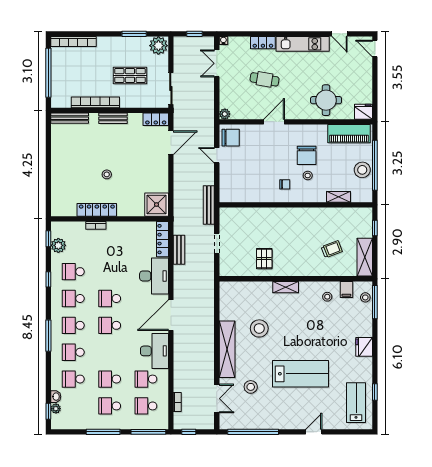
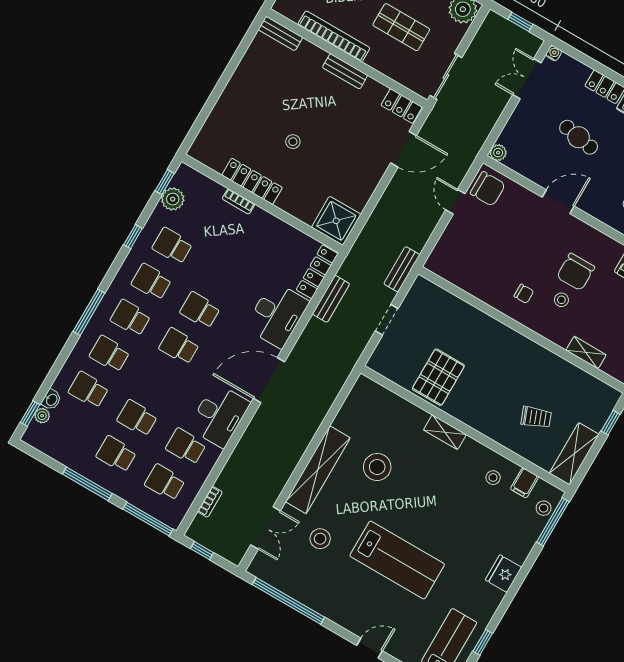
bench: (70, 118) -> (280, 33), width x0.73
bench: (209, 205) -> (402, 269), width x0.73
pallet: (264, 259) -> (438, 377), width x1.50, depth x1.42

